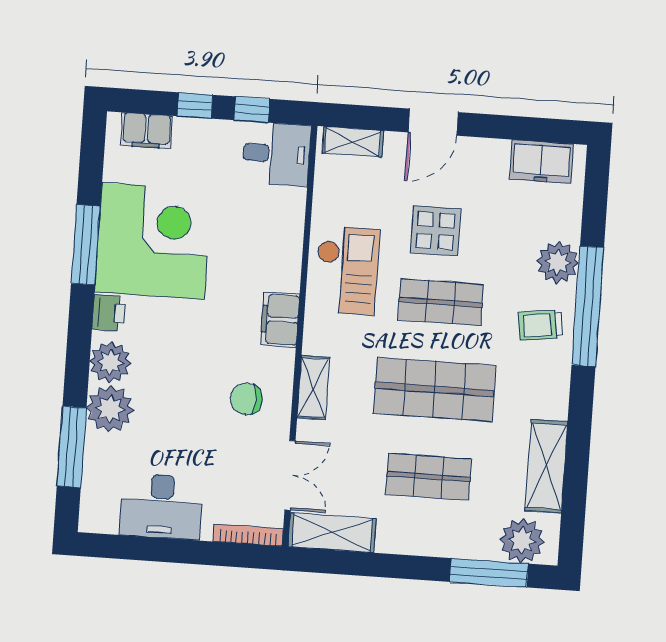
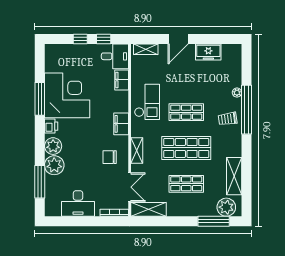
filing cabinet: (147, 131) -> (122, 80), moved, turned 90
freezer: (541, 162) -> (208, 52), moved
display table: (435, 231) -> (182, 83), removed
plant: (558, 262) -> (237, 93), width x0.53, depth x0.53

